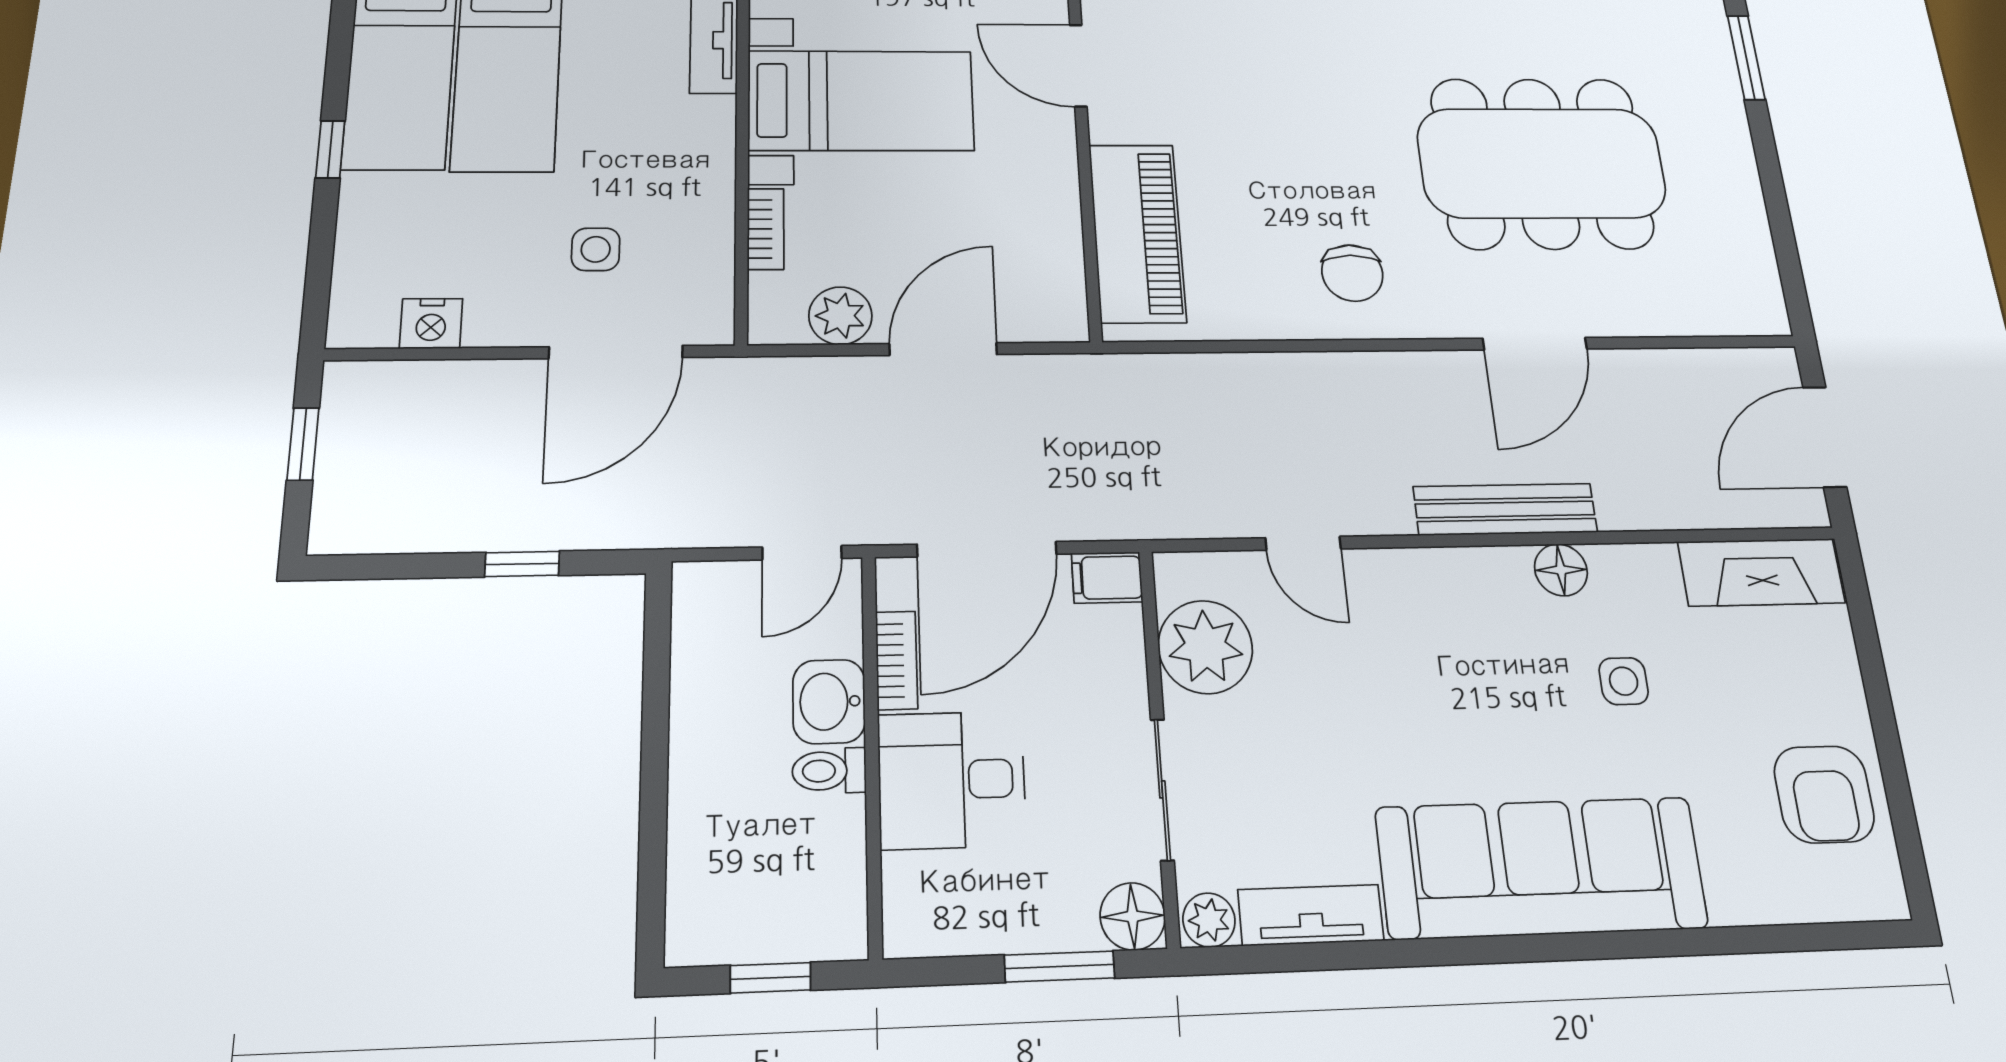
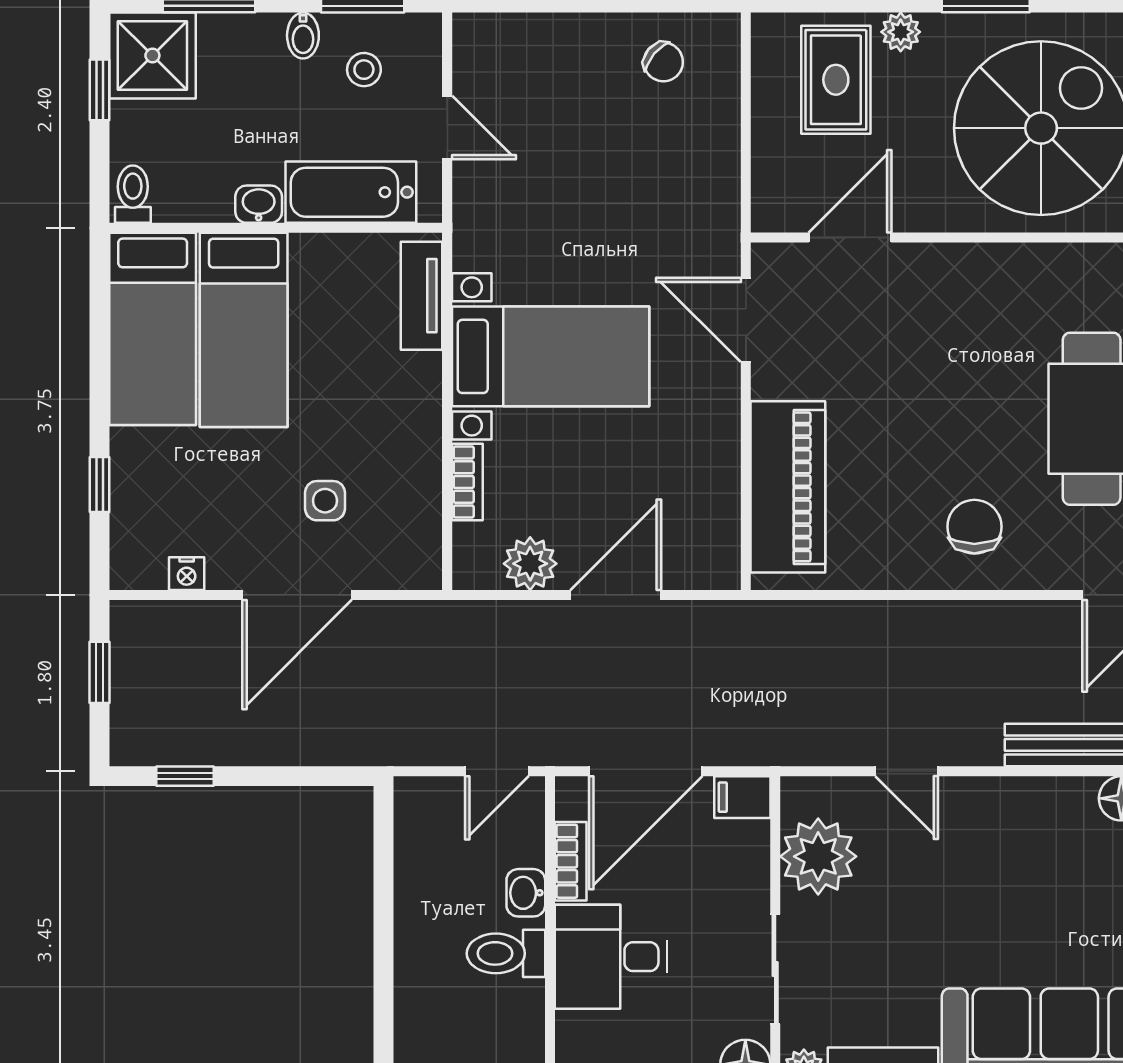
window: (330, 149) -> (100, 485), moved
chair: (1352, 273) -> (974, 527), turned 180
nightstand: (431, 323) -> (187, 574), width x0.72, depth x0.74
door: (616, 352) -> (297, 595), moved
window: (522, 564) -> (185, 776), moved
washbasin: (829, 701) -> (526, 893), width x0.72, depth x0.69
toilet: (829, 771) -> (506, 953), width x1.37, depth x1.39

